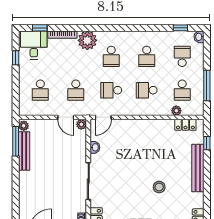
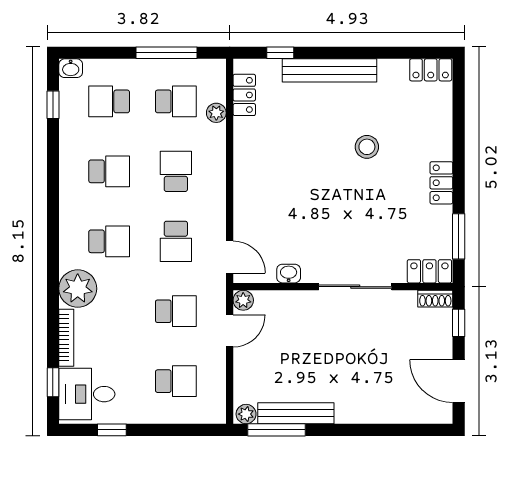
school desk: (147, 90) -> (176, 171), turned 180

